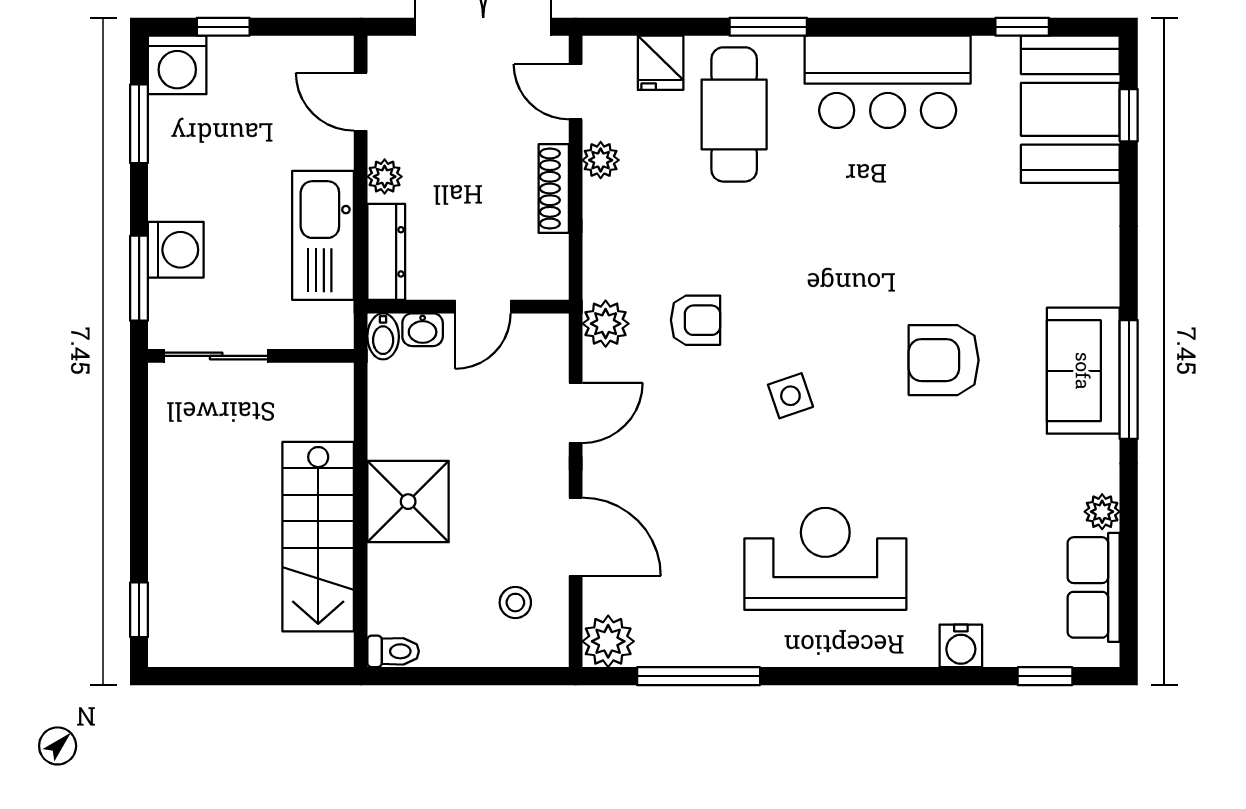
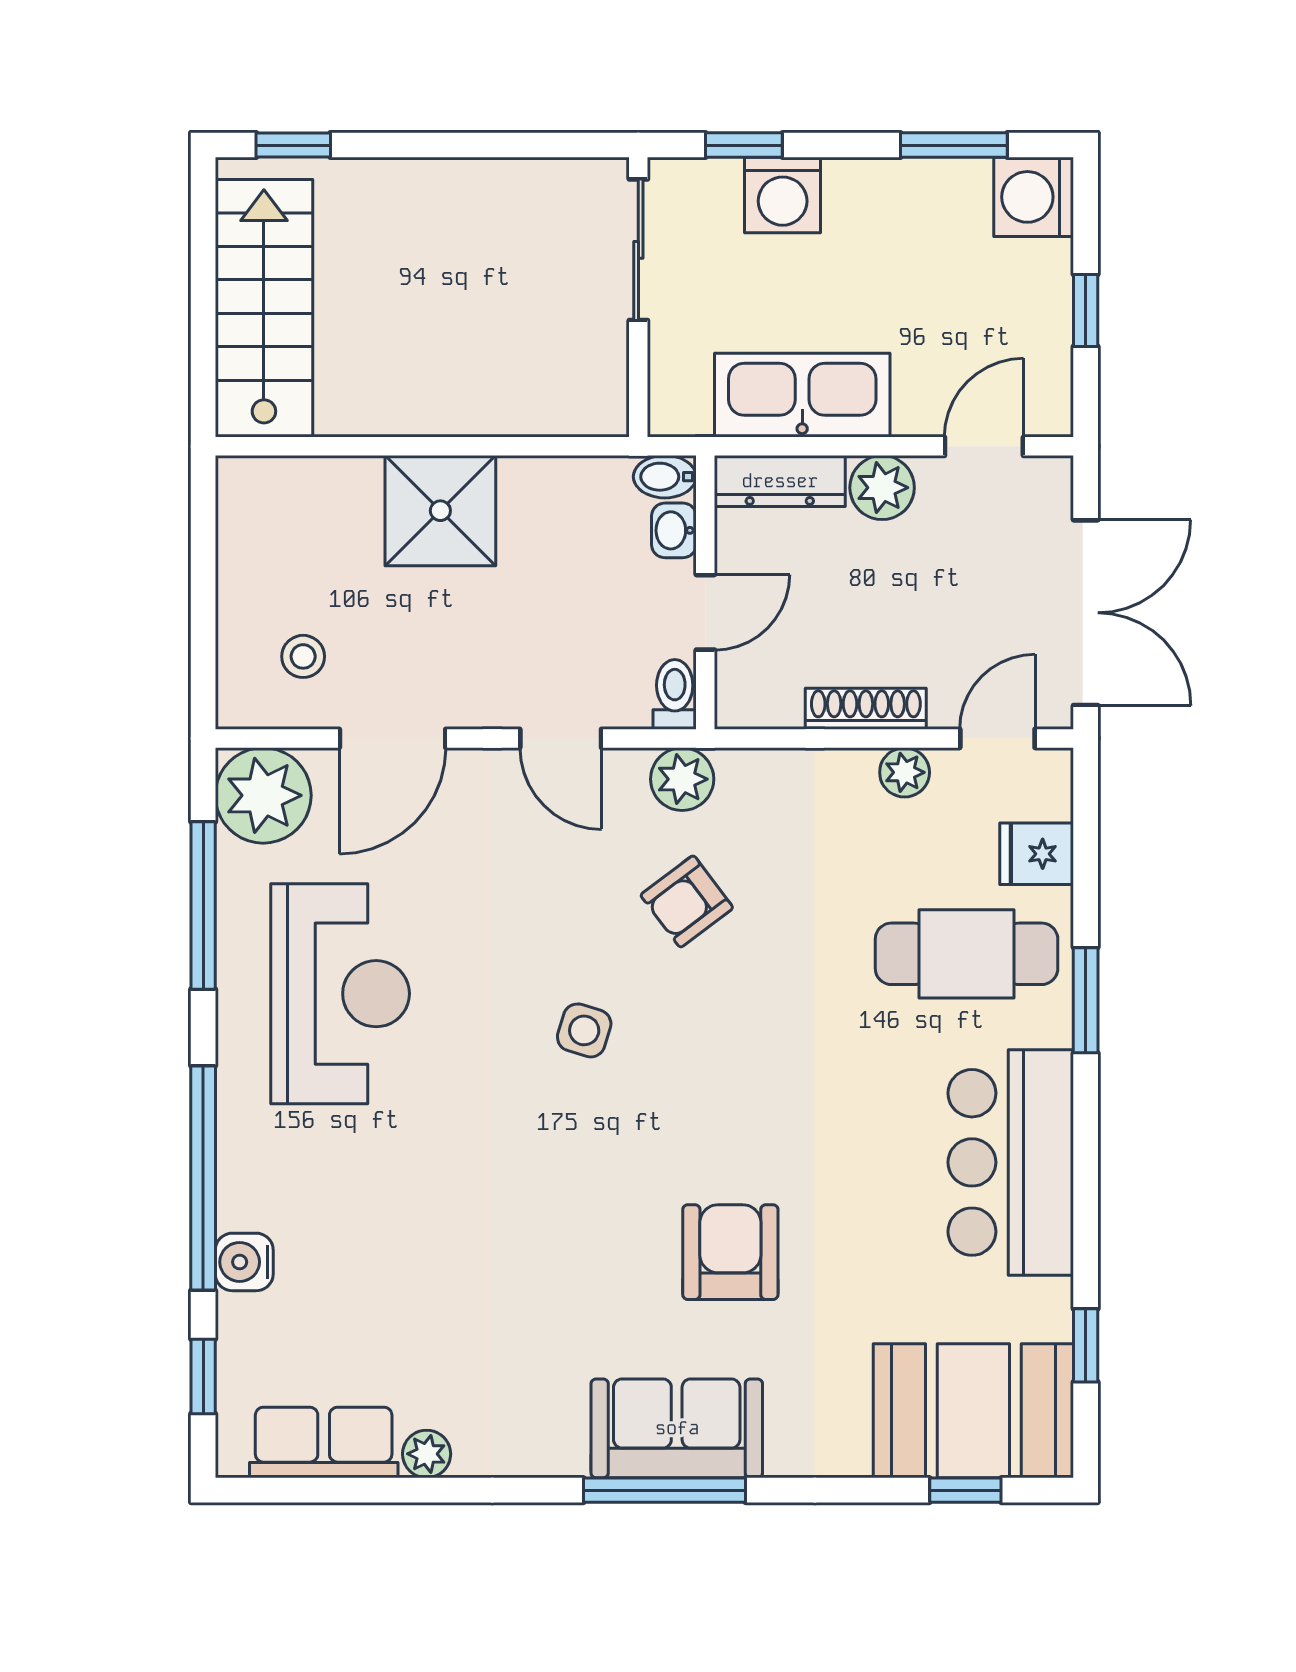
window: (223, 27) -> (1086, 310), moved
plant: (385, 177) -> (882, 488), width x1.38, depth x1.38
window: (139, 278) -> (744, 145), width x0.67
door: (483, 307) -> (705, 612), swing flipped
armchair: (696, 320) -> (687, 901), turned 53
armchair: (944, 360) -> (730, 1252), moved
sofa: (1083, 371) -> (677, 1428), moved
window: (1129, 379) -> (665, 1490), moved
side table: (790, 396) -> (584, 1030), turned 36
stairs: (318, 537) -> (264, 308), moved, turned 90
reception desk: (825, 559) -> (340, 994), moved
plant: (608, 641) -> (263, 795), width x1.36, depth x1.36
toilet: (393, 651) -> (675, 694), moved, turned 180
window: (899, 676) -> (203, 1178), added

